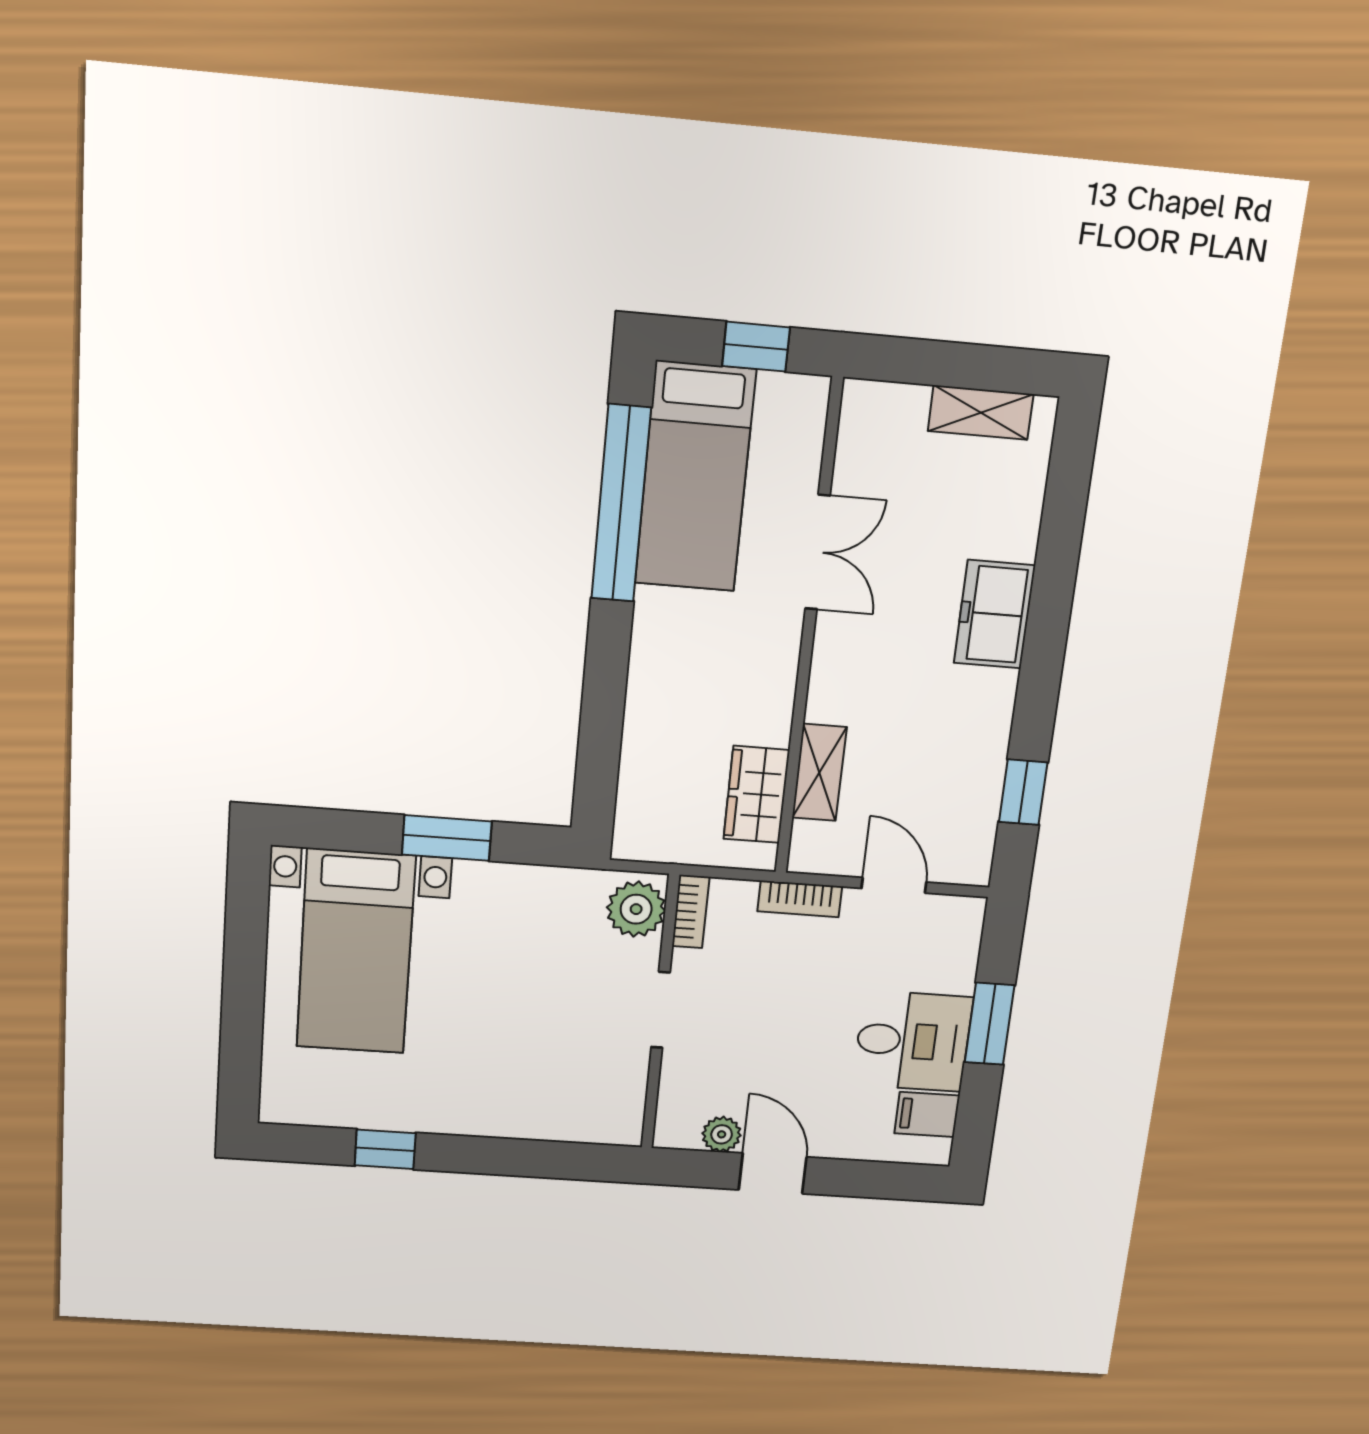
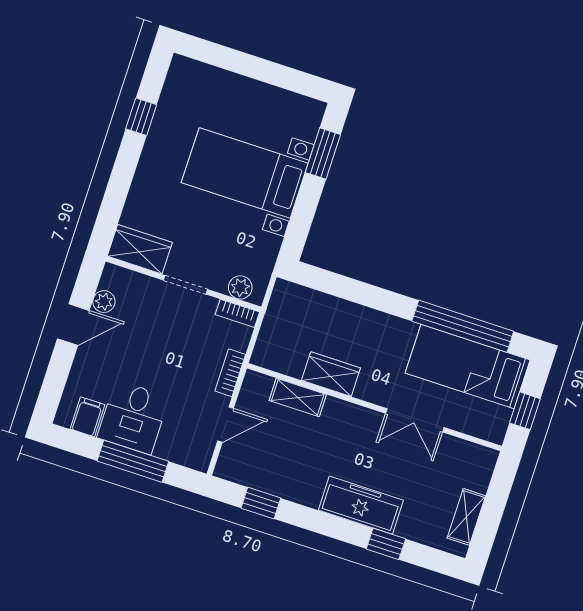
window: (1058, 552) -> (386, 544), added
freezer: (994, 614) -> (361, 505), width x1.40
wardrobe: (756, 795) -> (331, 374), moved
window: (447, 838) -> (323, 153), moved
plant: (636, 909) -> (240, 287), width x0.73, depth x0.73
bed with nightstands: (356, 952) -> (245, 173), moved
window: (990, 1024) -> (133, 461), width x1.44
wardrobe: (617, 1098) -> (140, 249), added

